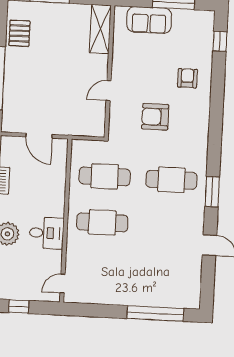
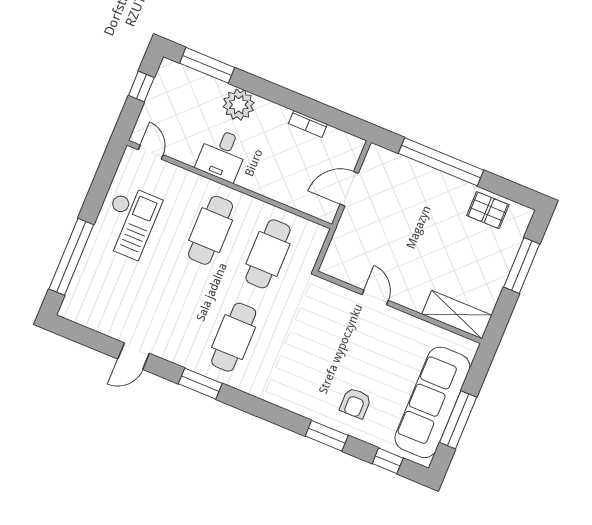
sofa: (149, 20) -> (432, 402), width x1.85, depth x1.27
armchair: (187, 78) -> (355, 403), turned 90
window: (217, 90) -> (327, 436), added
armchair: (155, 117) -> (321, 345), removed
checkout: (116, 281) -> (129, 222), added

